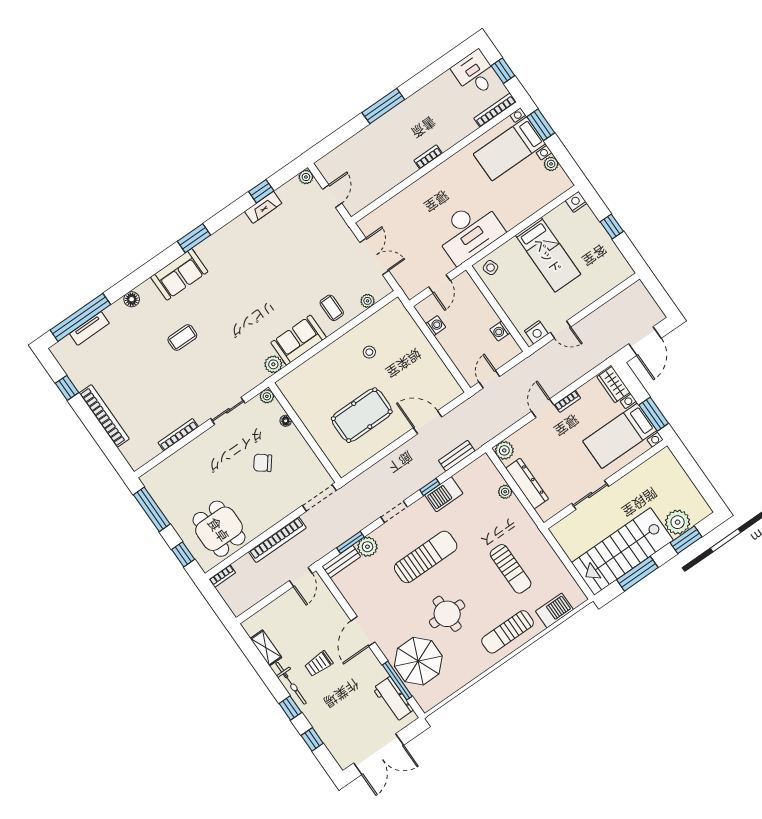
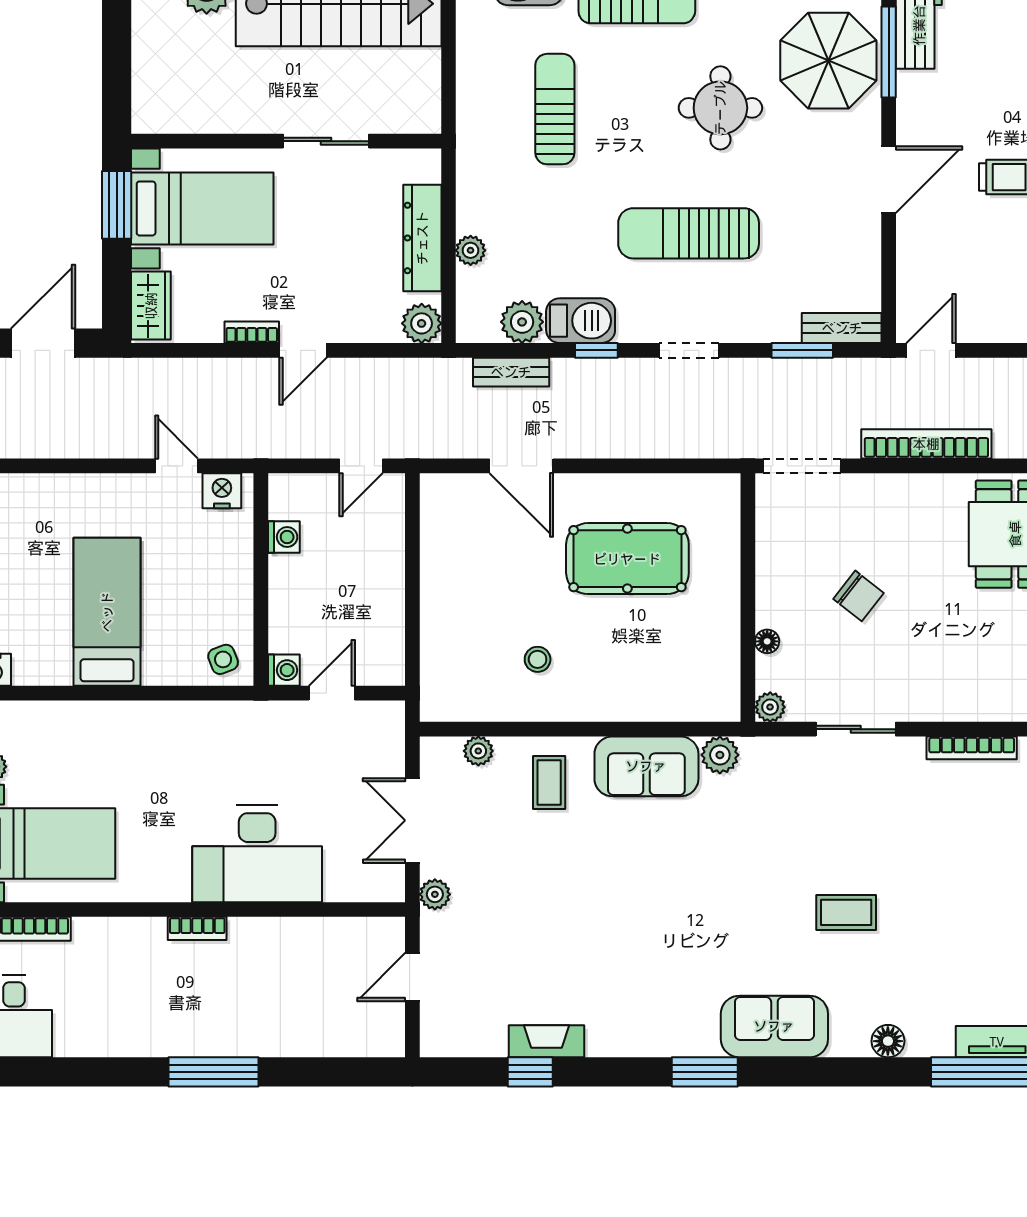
plant: (306, 177) -> (435, 894), moved
desk: (469, 231) -> (257, 854), moved, turned 180
washing machine: (436, 326) -> (284, 670), moved, turned 180
plant: (367, 547) -> (522, 322), moved

